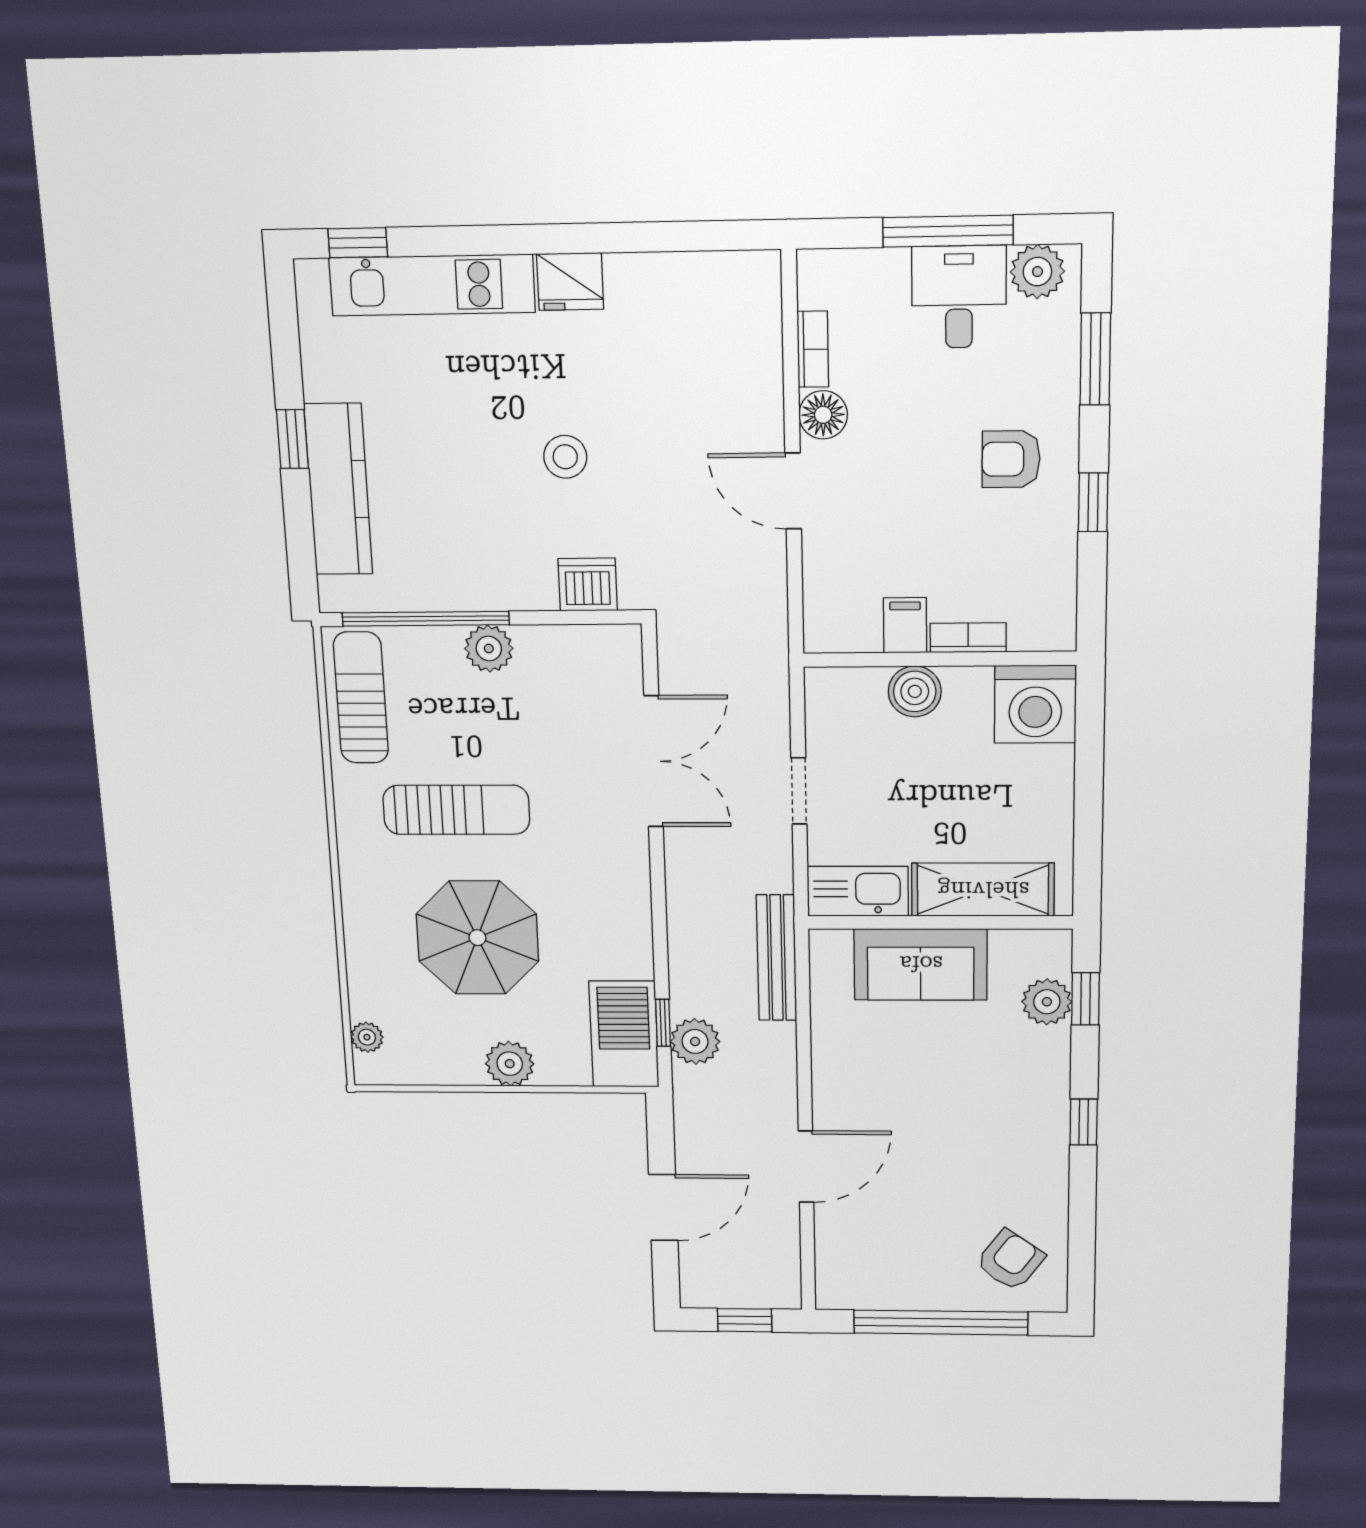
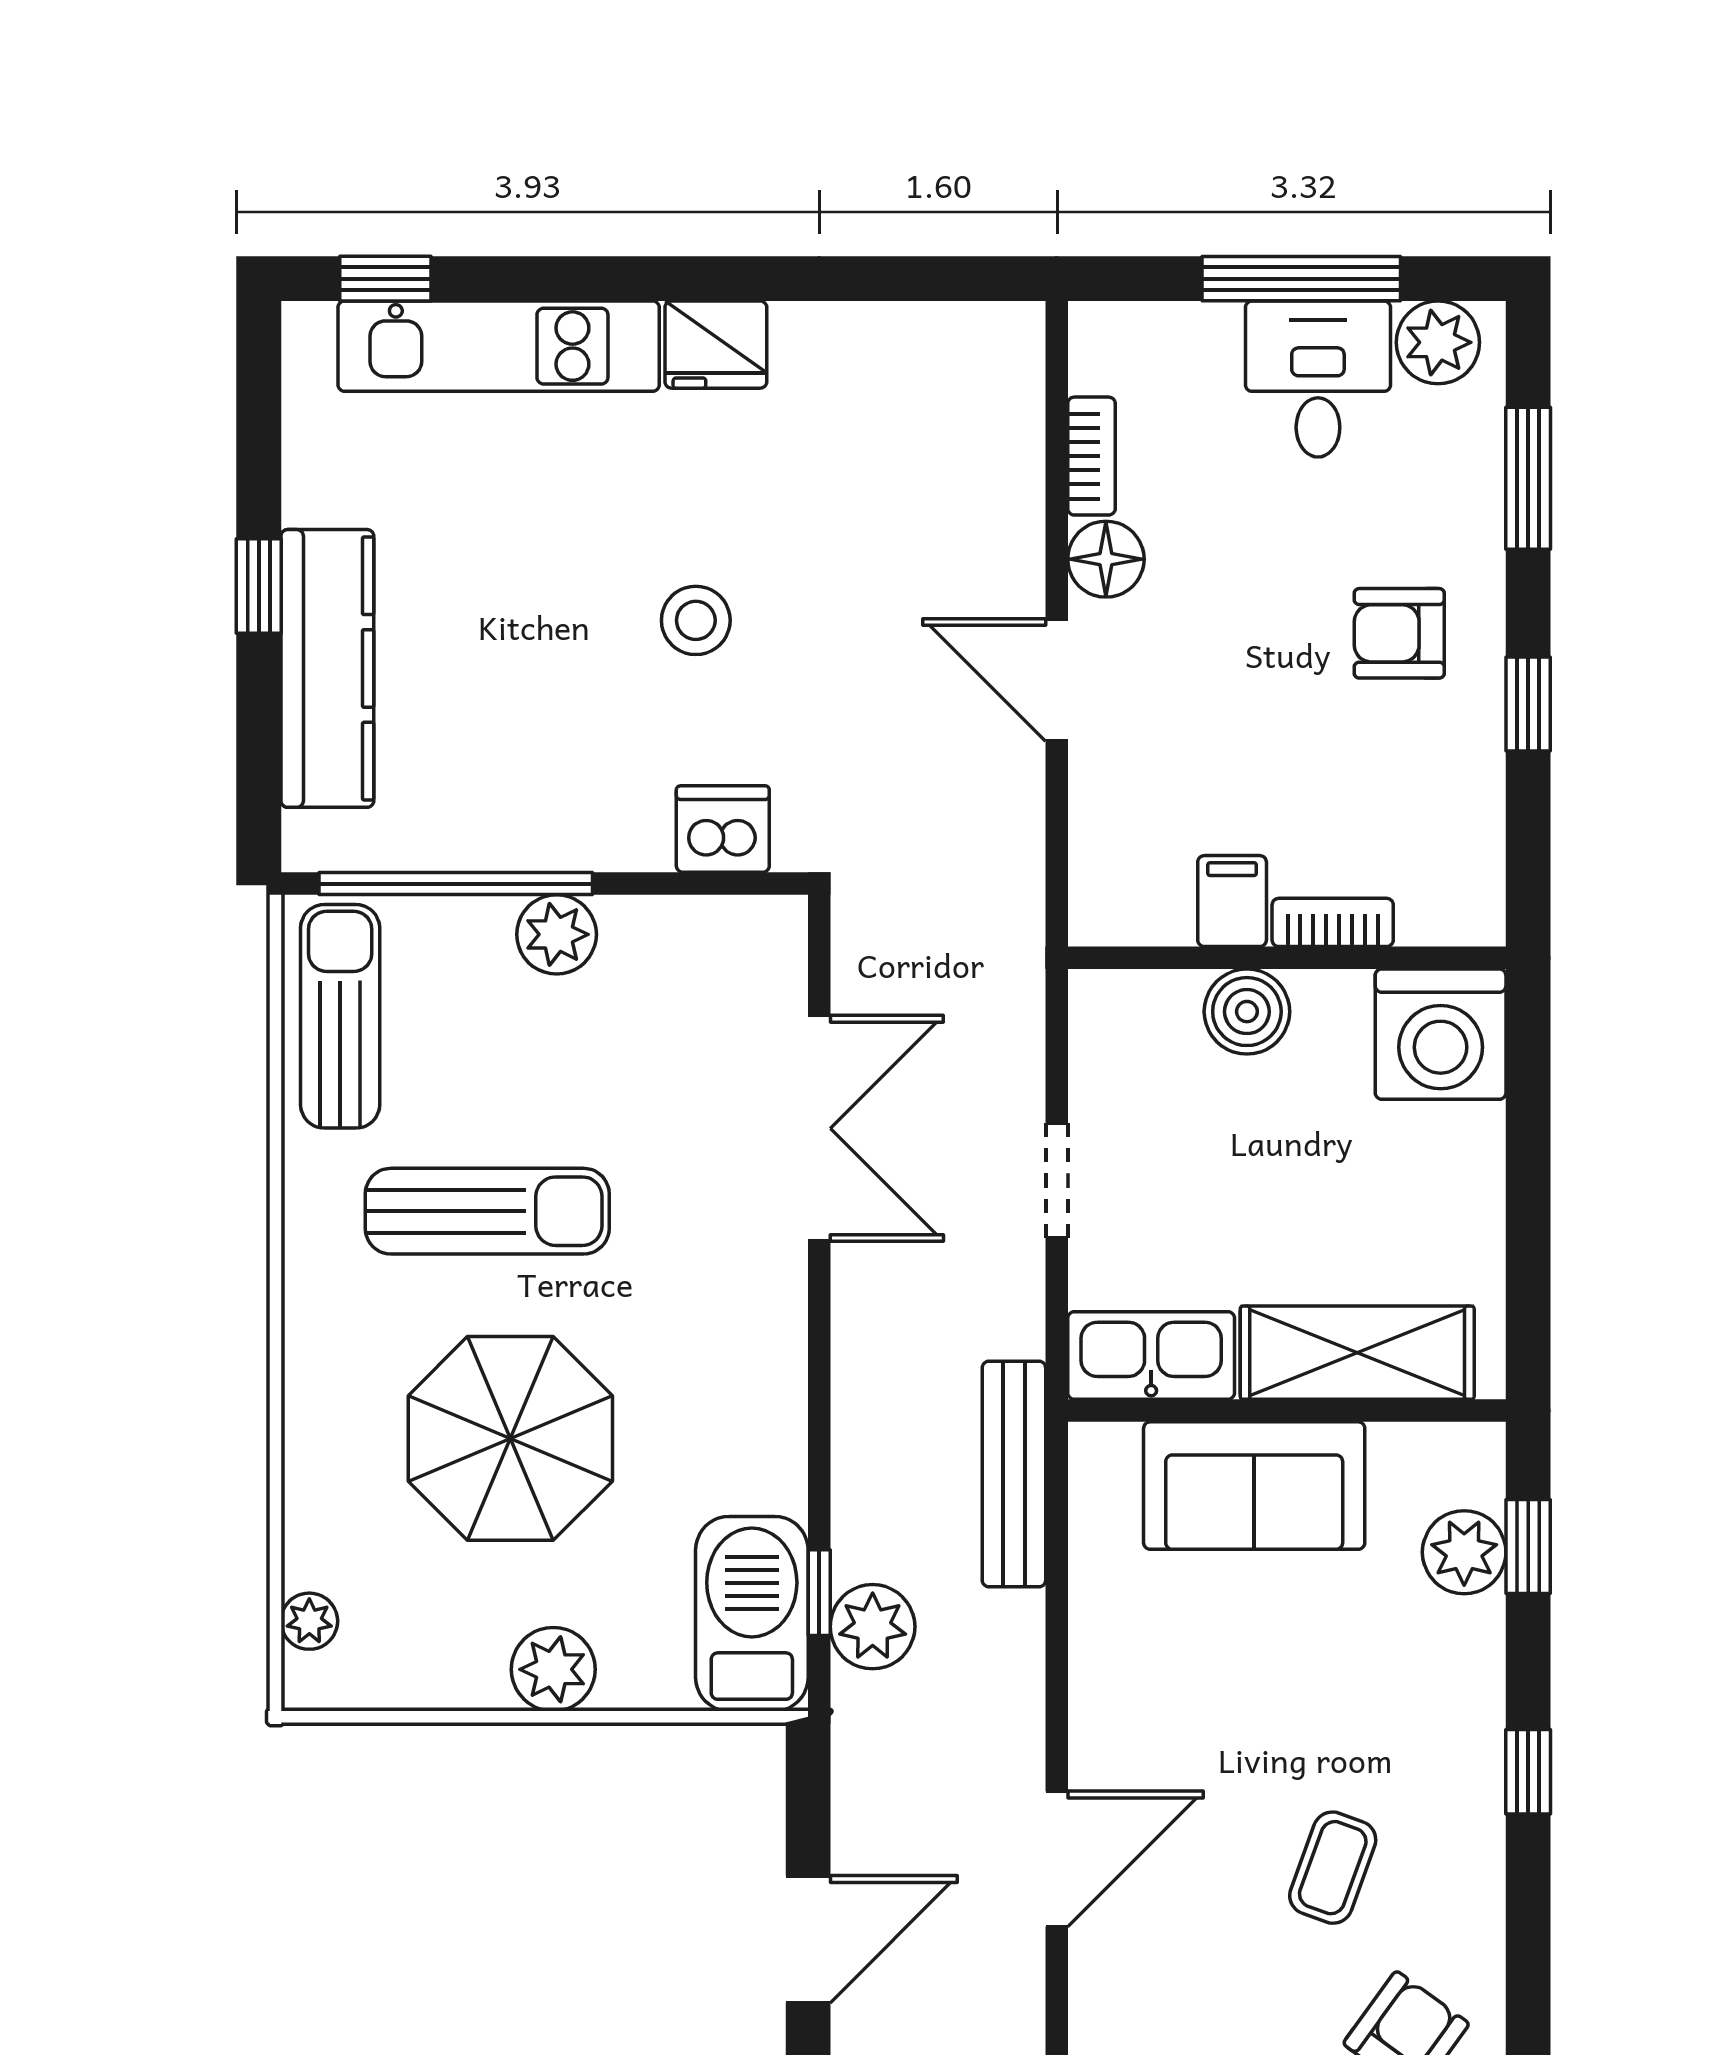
coffee table: (968, 1172) -> (1333, 1868), added

